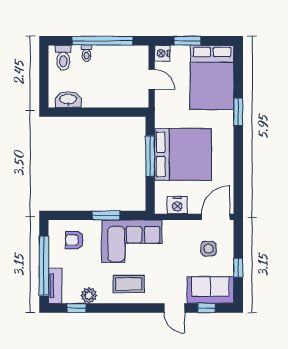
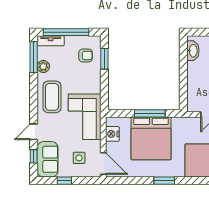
window: (238, 112) -> (164, 181), moved
window: (106, 215) -> (104, 59), moved
armchair: (74, 240) -> (86, 56), turned 89
corner sofa: (132, 241) -> (85, 117), moved
coffee table: (129, 284) -> (52, 97), width x1.36, depth x1.32
window: (76, 308) -> (34, 57), width x2.17

